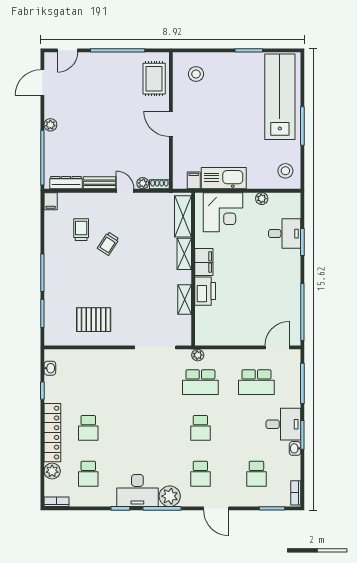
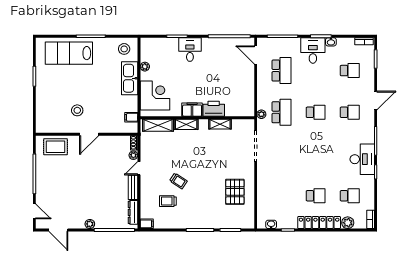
stool: (196, 74) -> (77, 110), moved
lab bench: (280, 97) -> (69, 53), width x0.73
kitchen sink: (224, 178) -> (130, 78), moved
desk: (285, 234) -> (190, 50), moved
plant: (170, 496) -> (367, 135), removed

